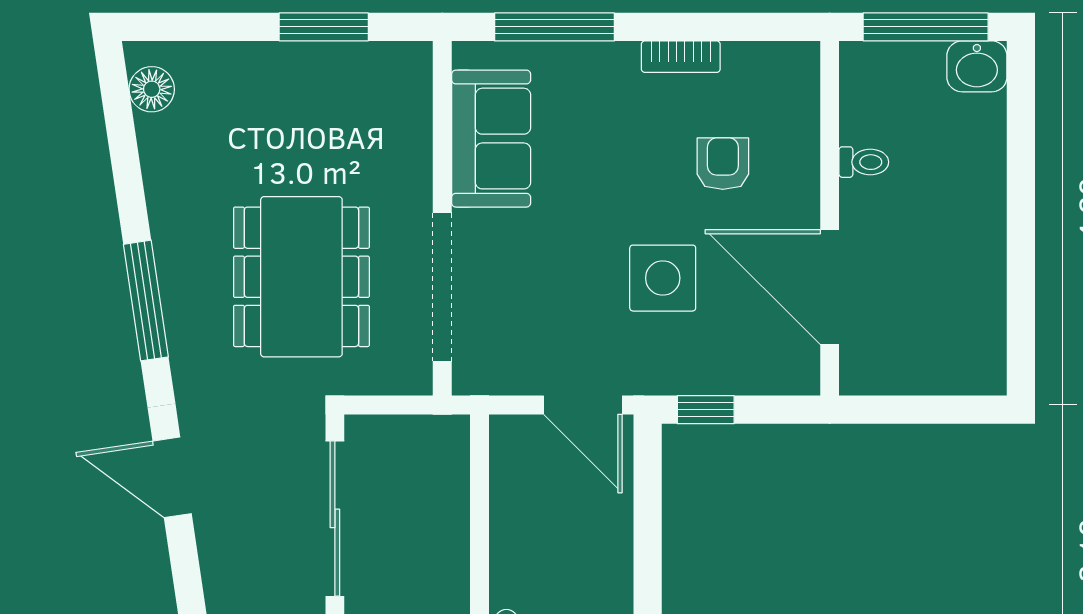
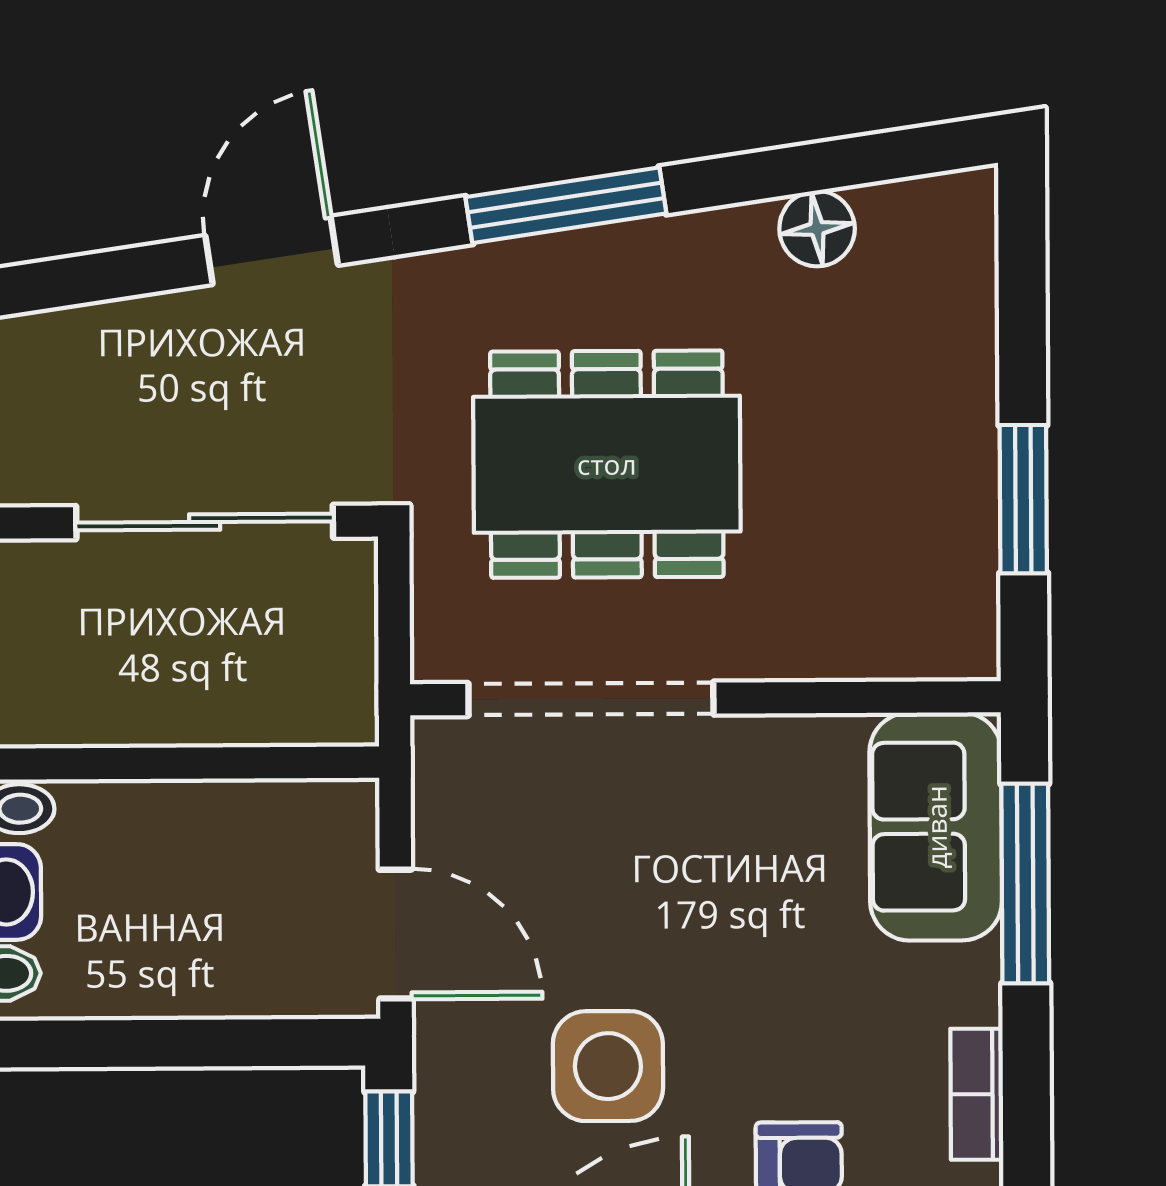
floor lamp: (152, 89) -> (817, 229), moved
sofa: (491, 139) -> (936, 827), moved, turned 90
door: (583, 405) -> (396, 934), swing flipped

